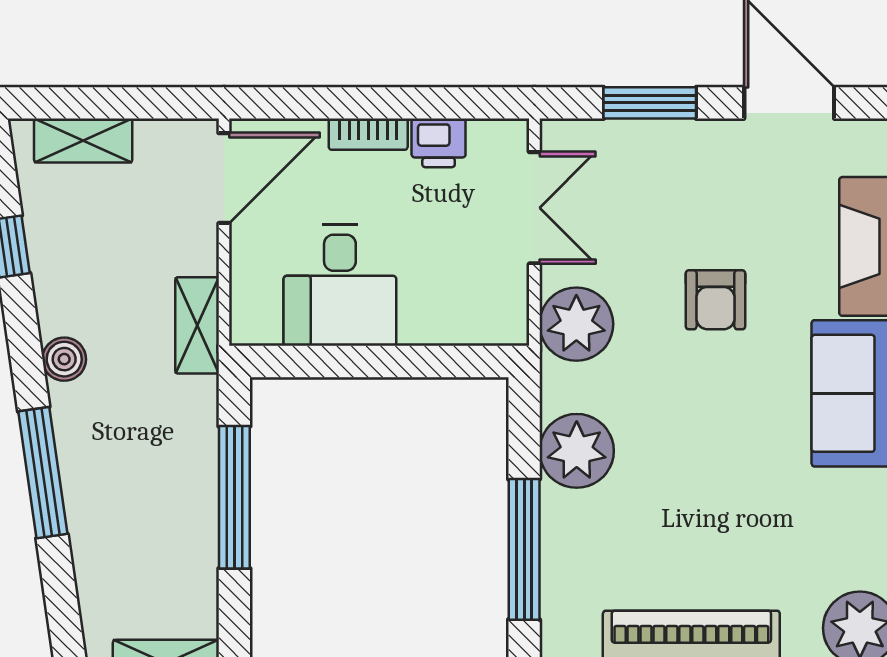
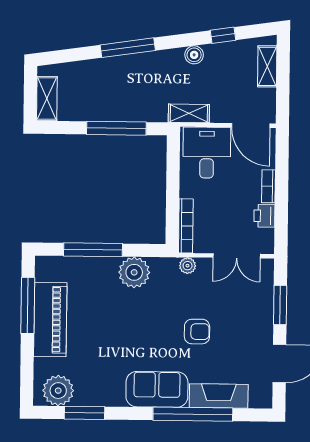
desk: (340, 285) -> (207, 153), moved, turned 90
armchair: (715, 300) -> (197, 332), turned 180
plant: (576, 324) -> (188, 266), width x0.53, depth x0.53
bookcase: (465, 329) -> (186, 226), added
boiler: (64, 359) -> (194, 55), moved

